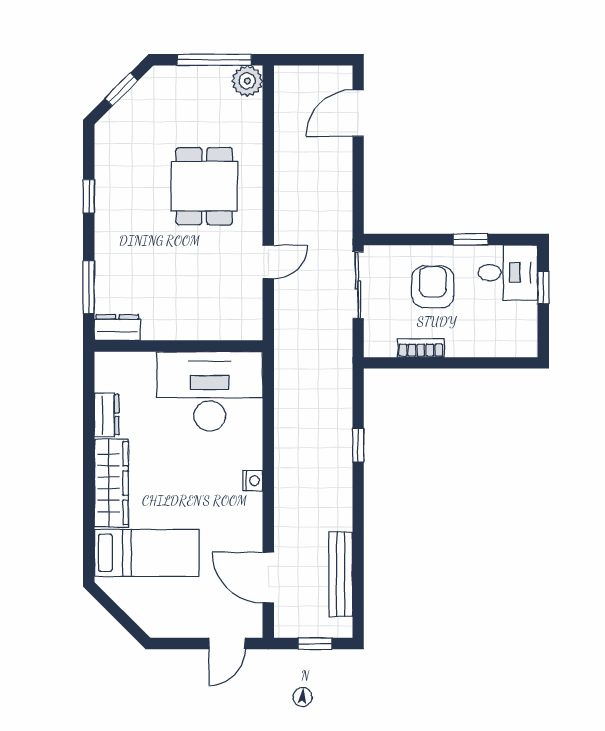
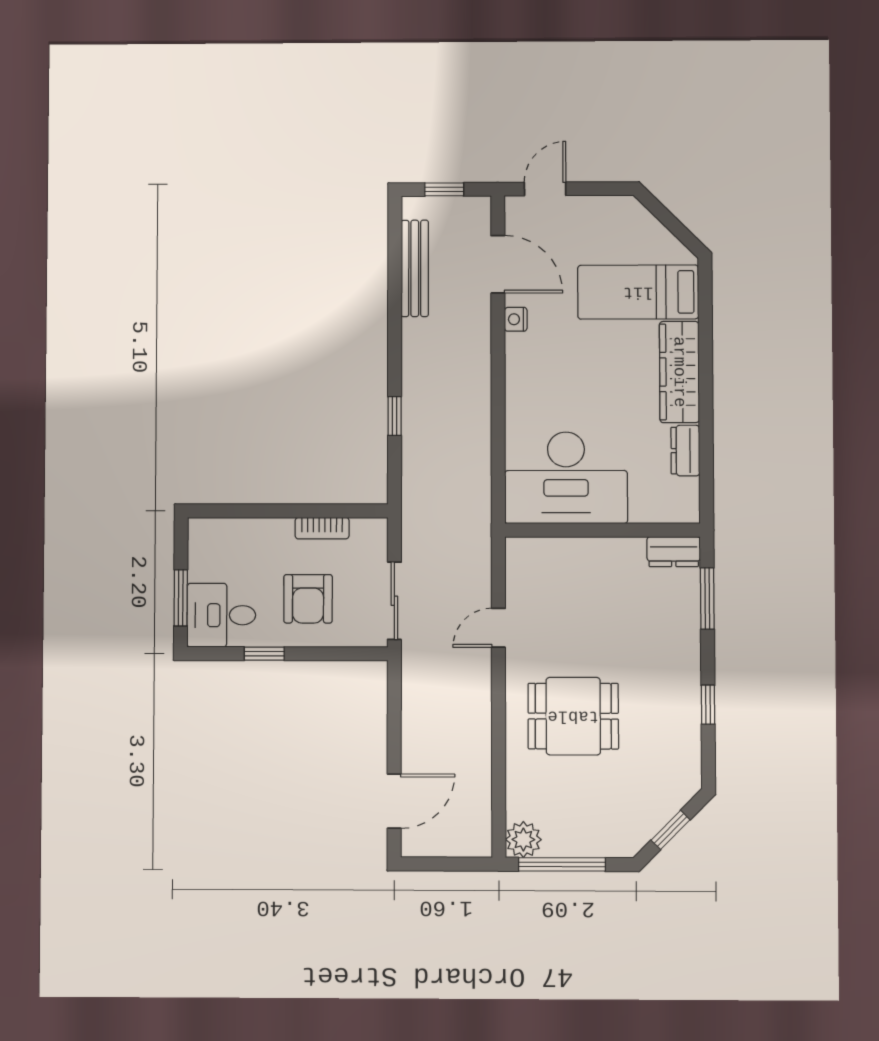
dining table: (204, 186) -> (573, 716), turned 90
window: (543, 288) -> (181, 598), width x1.50
nightstand: (253, 481) -> (516, 319), moved

